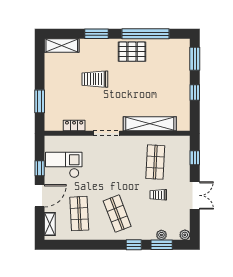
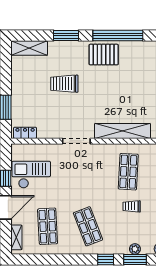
locker: (74, 125) -> (25, 133), moved

